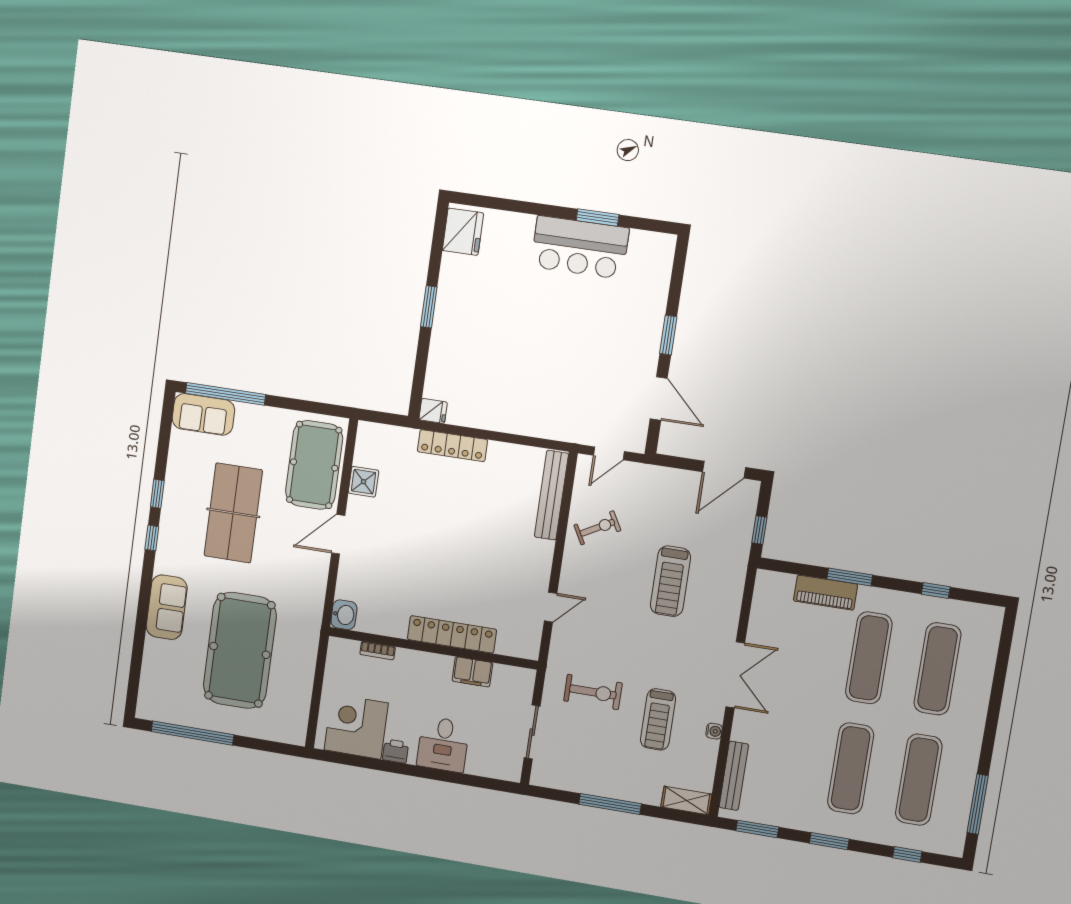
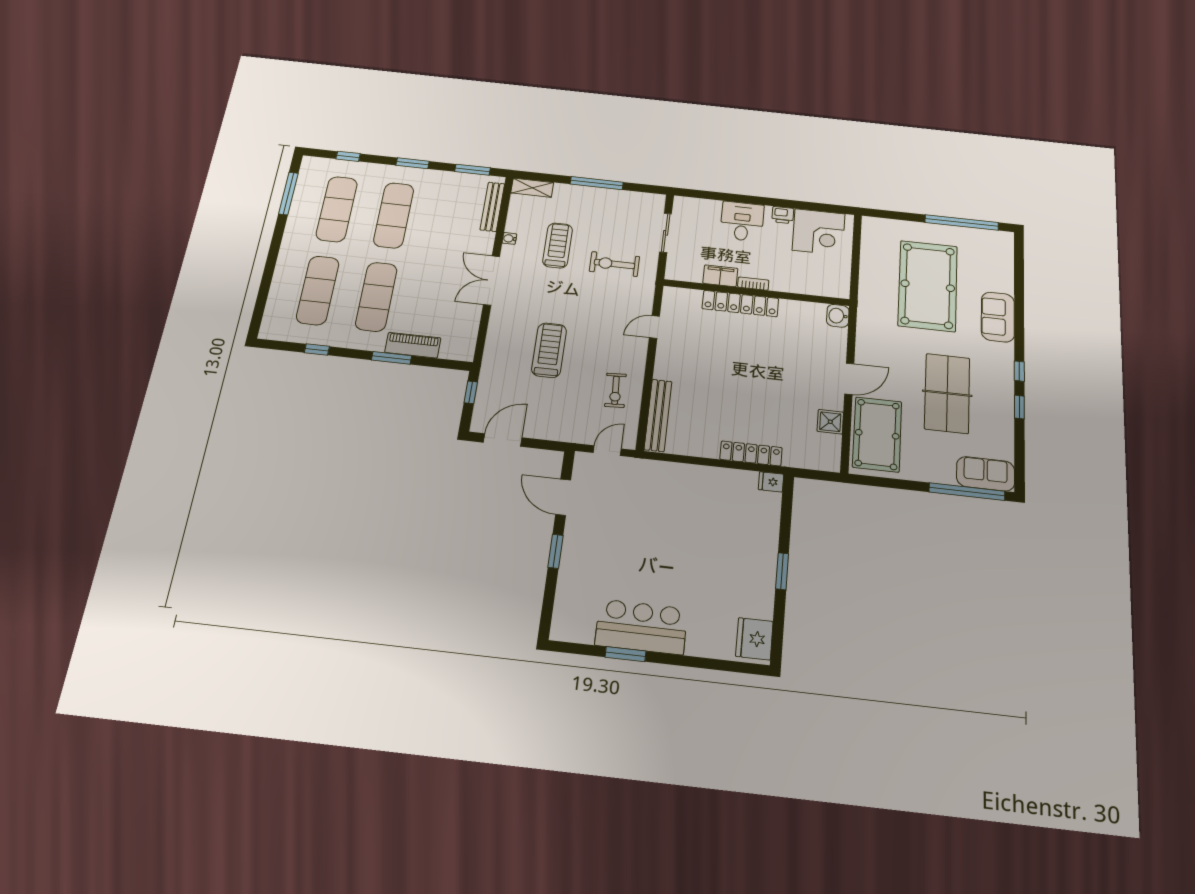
exercise bike: (597, 528) -> (615, 390), turned -64
bookcase: (378, 651) -> (753, 284), moved

